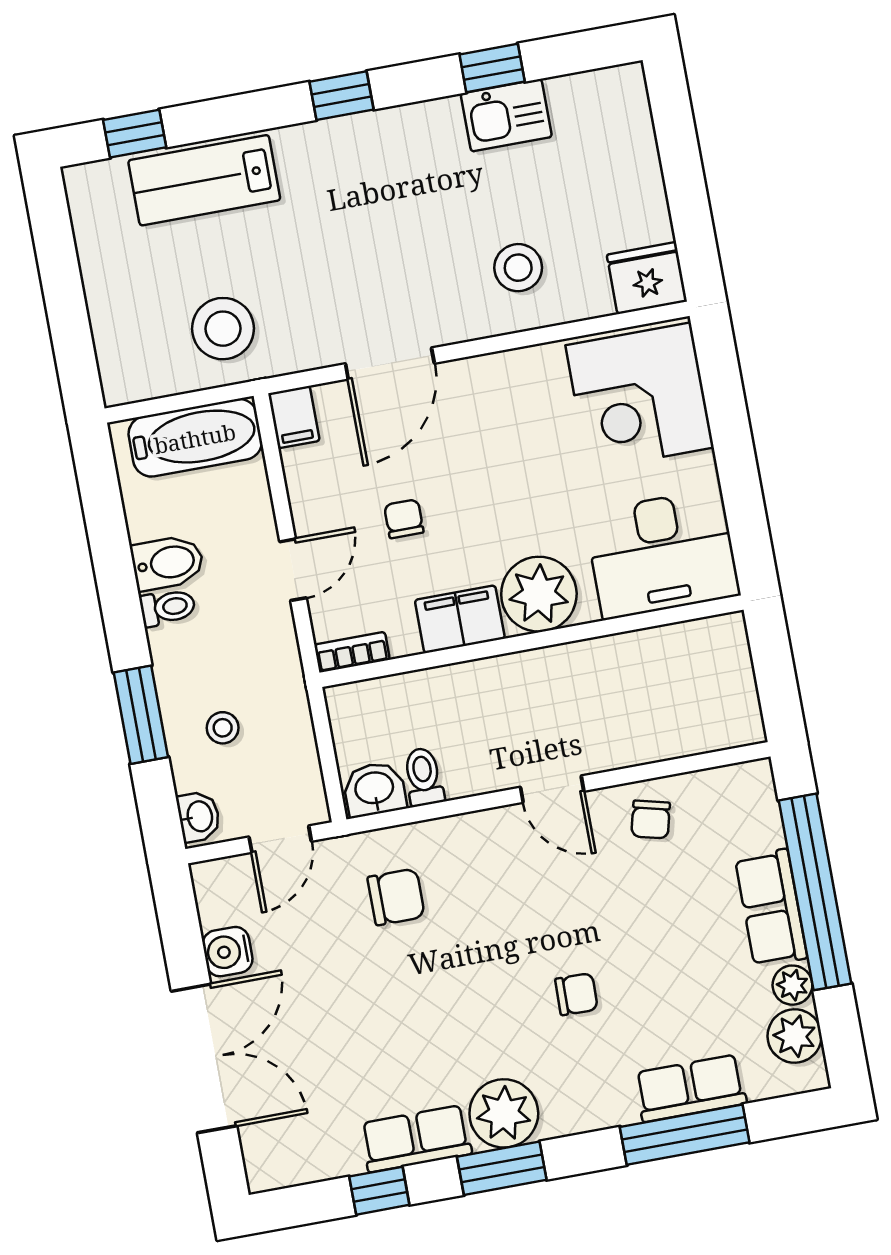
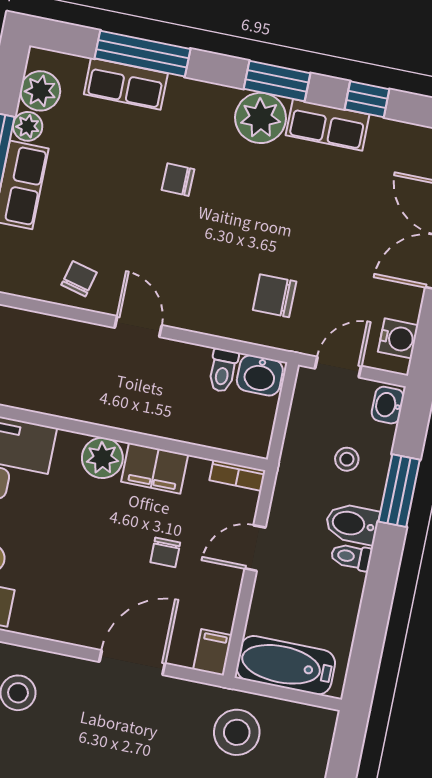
bidet: (168, 563) -> (352, 524), moved
plant: (539, 594) -> (102, 458), width x0.73, depth x0.73
water cooler: (228, 952) -> (398, 338), moved

